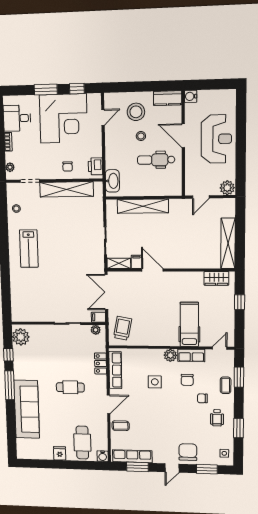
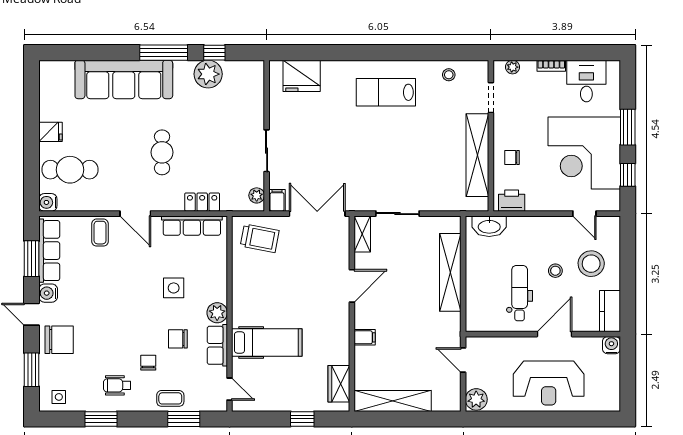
filing cabinet: (136, 262) -> (365, 337), moved
fridge: (20, 301) -> (302, 76), added
plant: (21, 337) -> (208, 74), moved
water cooler: (159, 458) -> (48, 293), added

